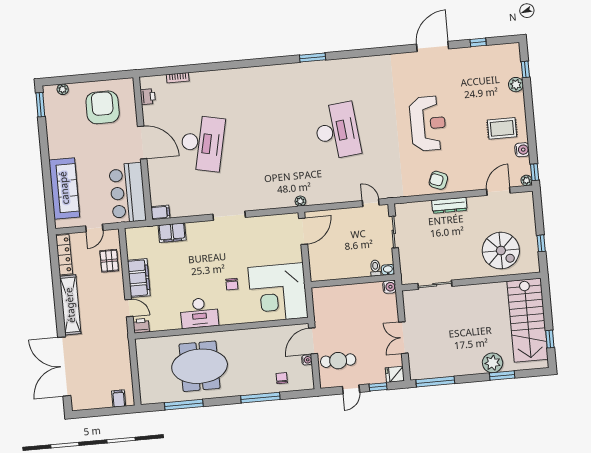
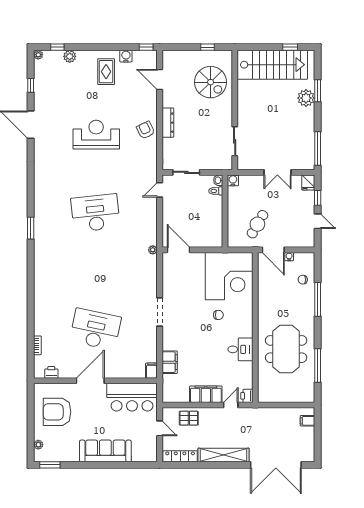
armchair: (438, 180) -> (146, 130), turned 132
plant: (526, 180) -> (38, 55), moved
sofa: (64, 188) -> (105, 451), moved
spiral stairs: (501, 251) -> (211, 82), turned 90
desk: (199, 313) -> (240, 349), width x0.73
cafe table: (338, 361) -> (257, 224), moved, turned 30

